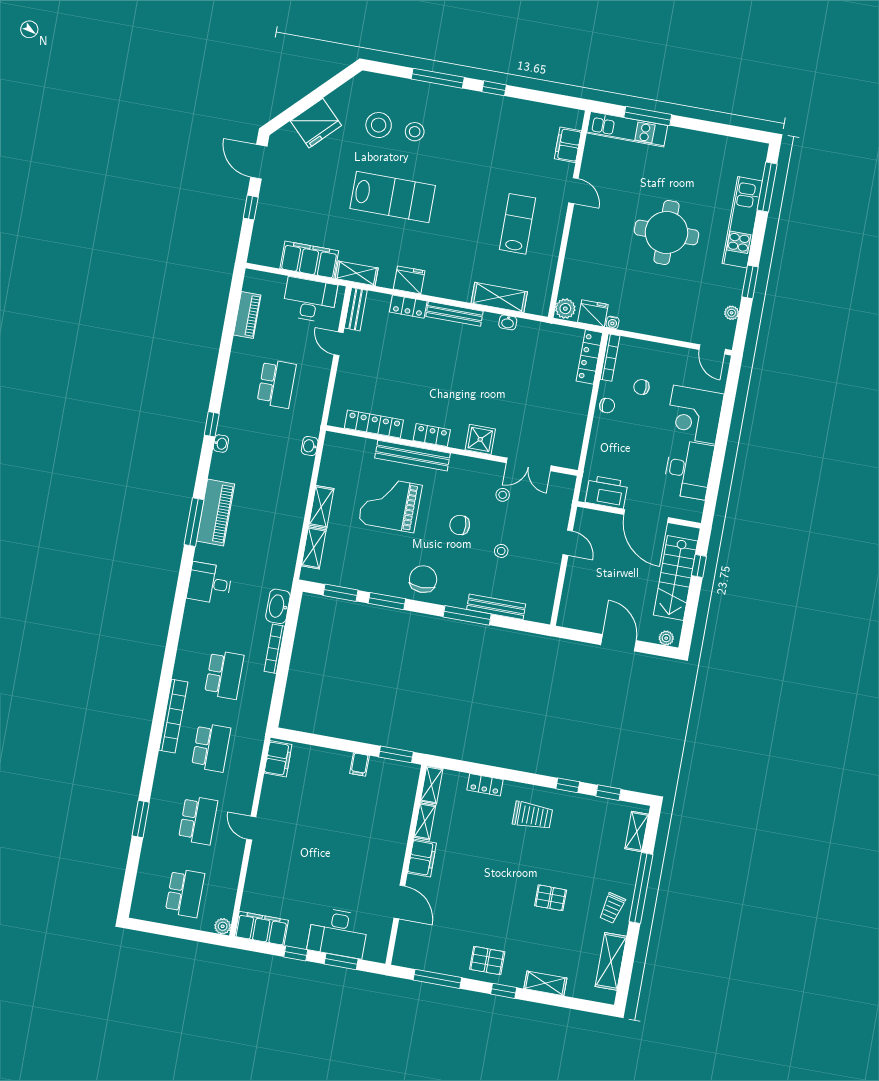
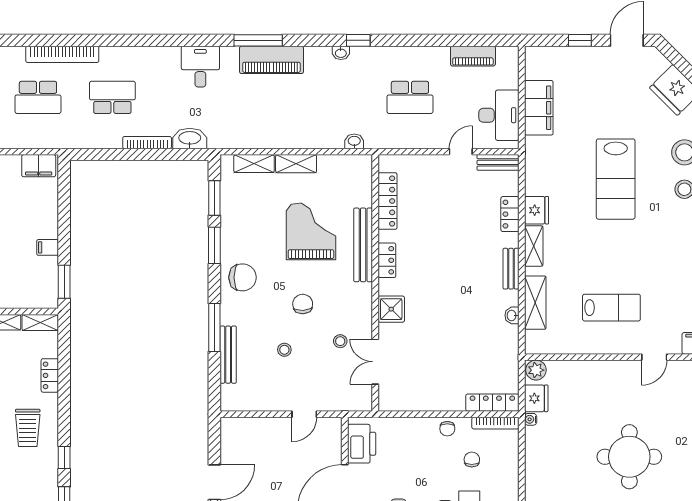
shelving: (357, 273) -> (534, 246), moved
bench: (454, 314) -> (511, 269), width x0.73
school desk: (224, 675) -> (112, 97), turned 180

